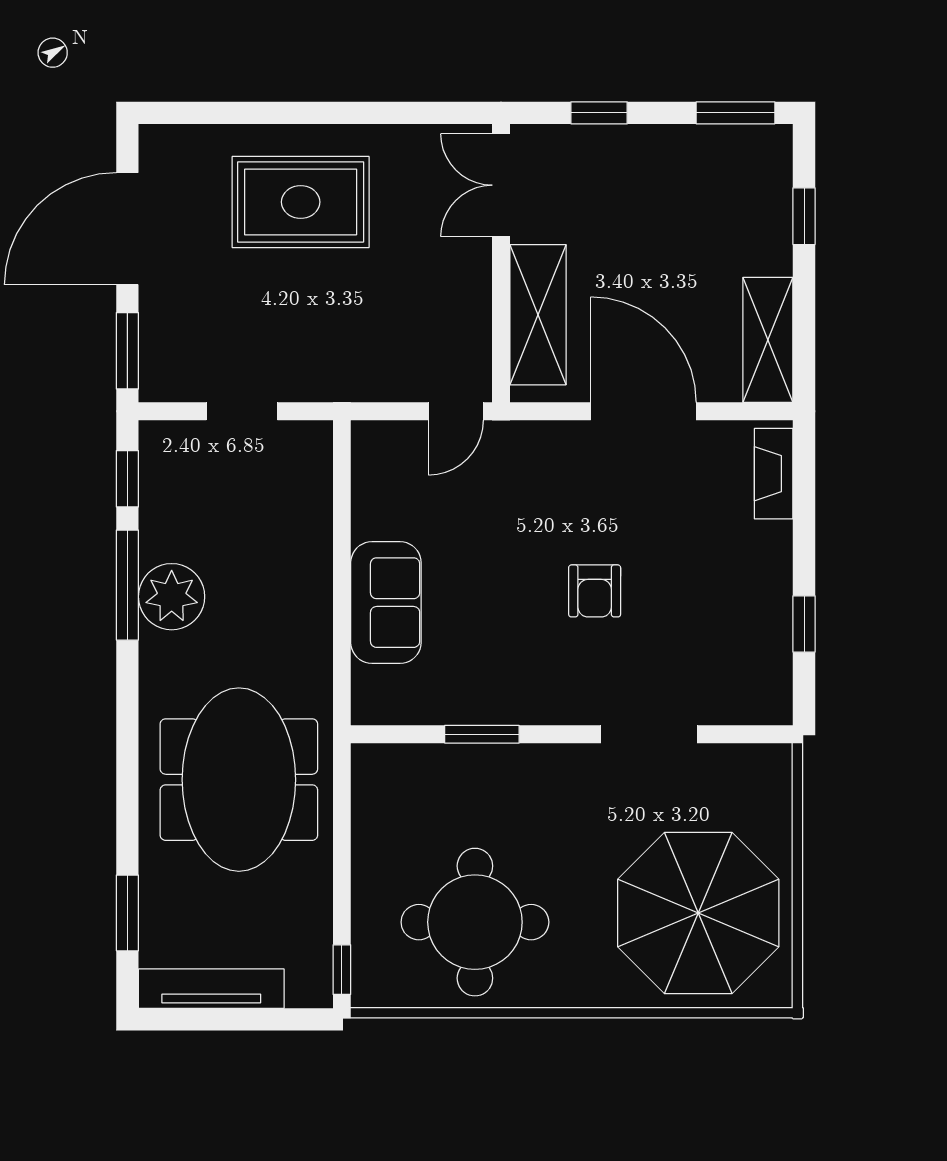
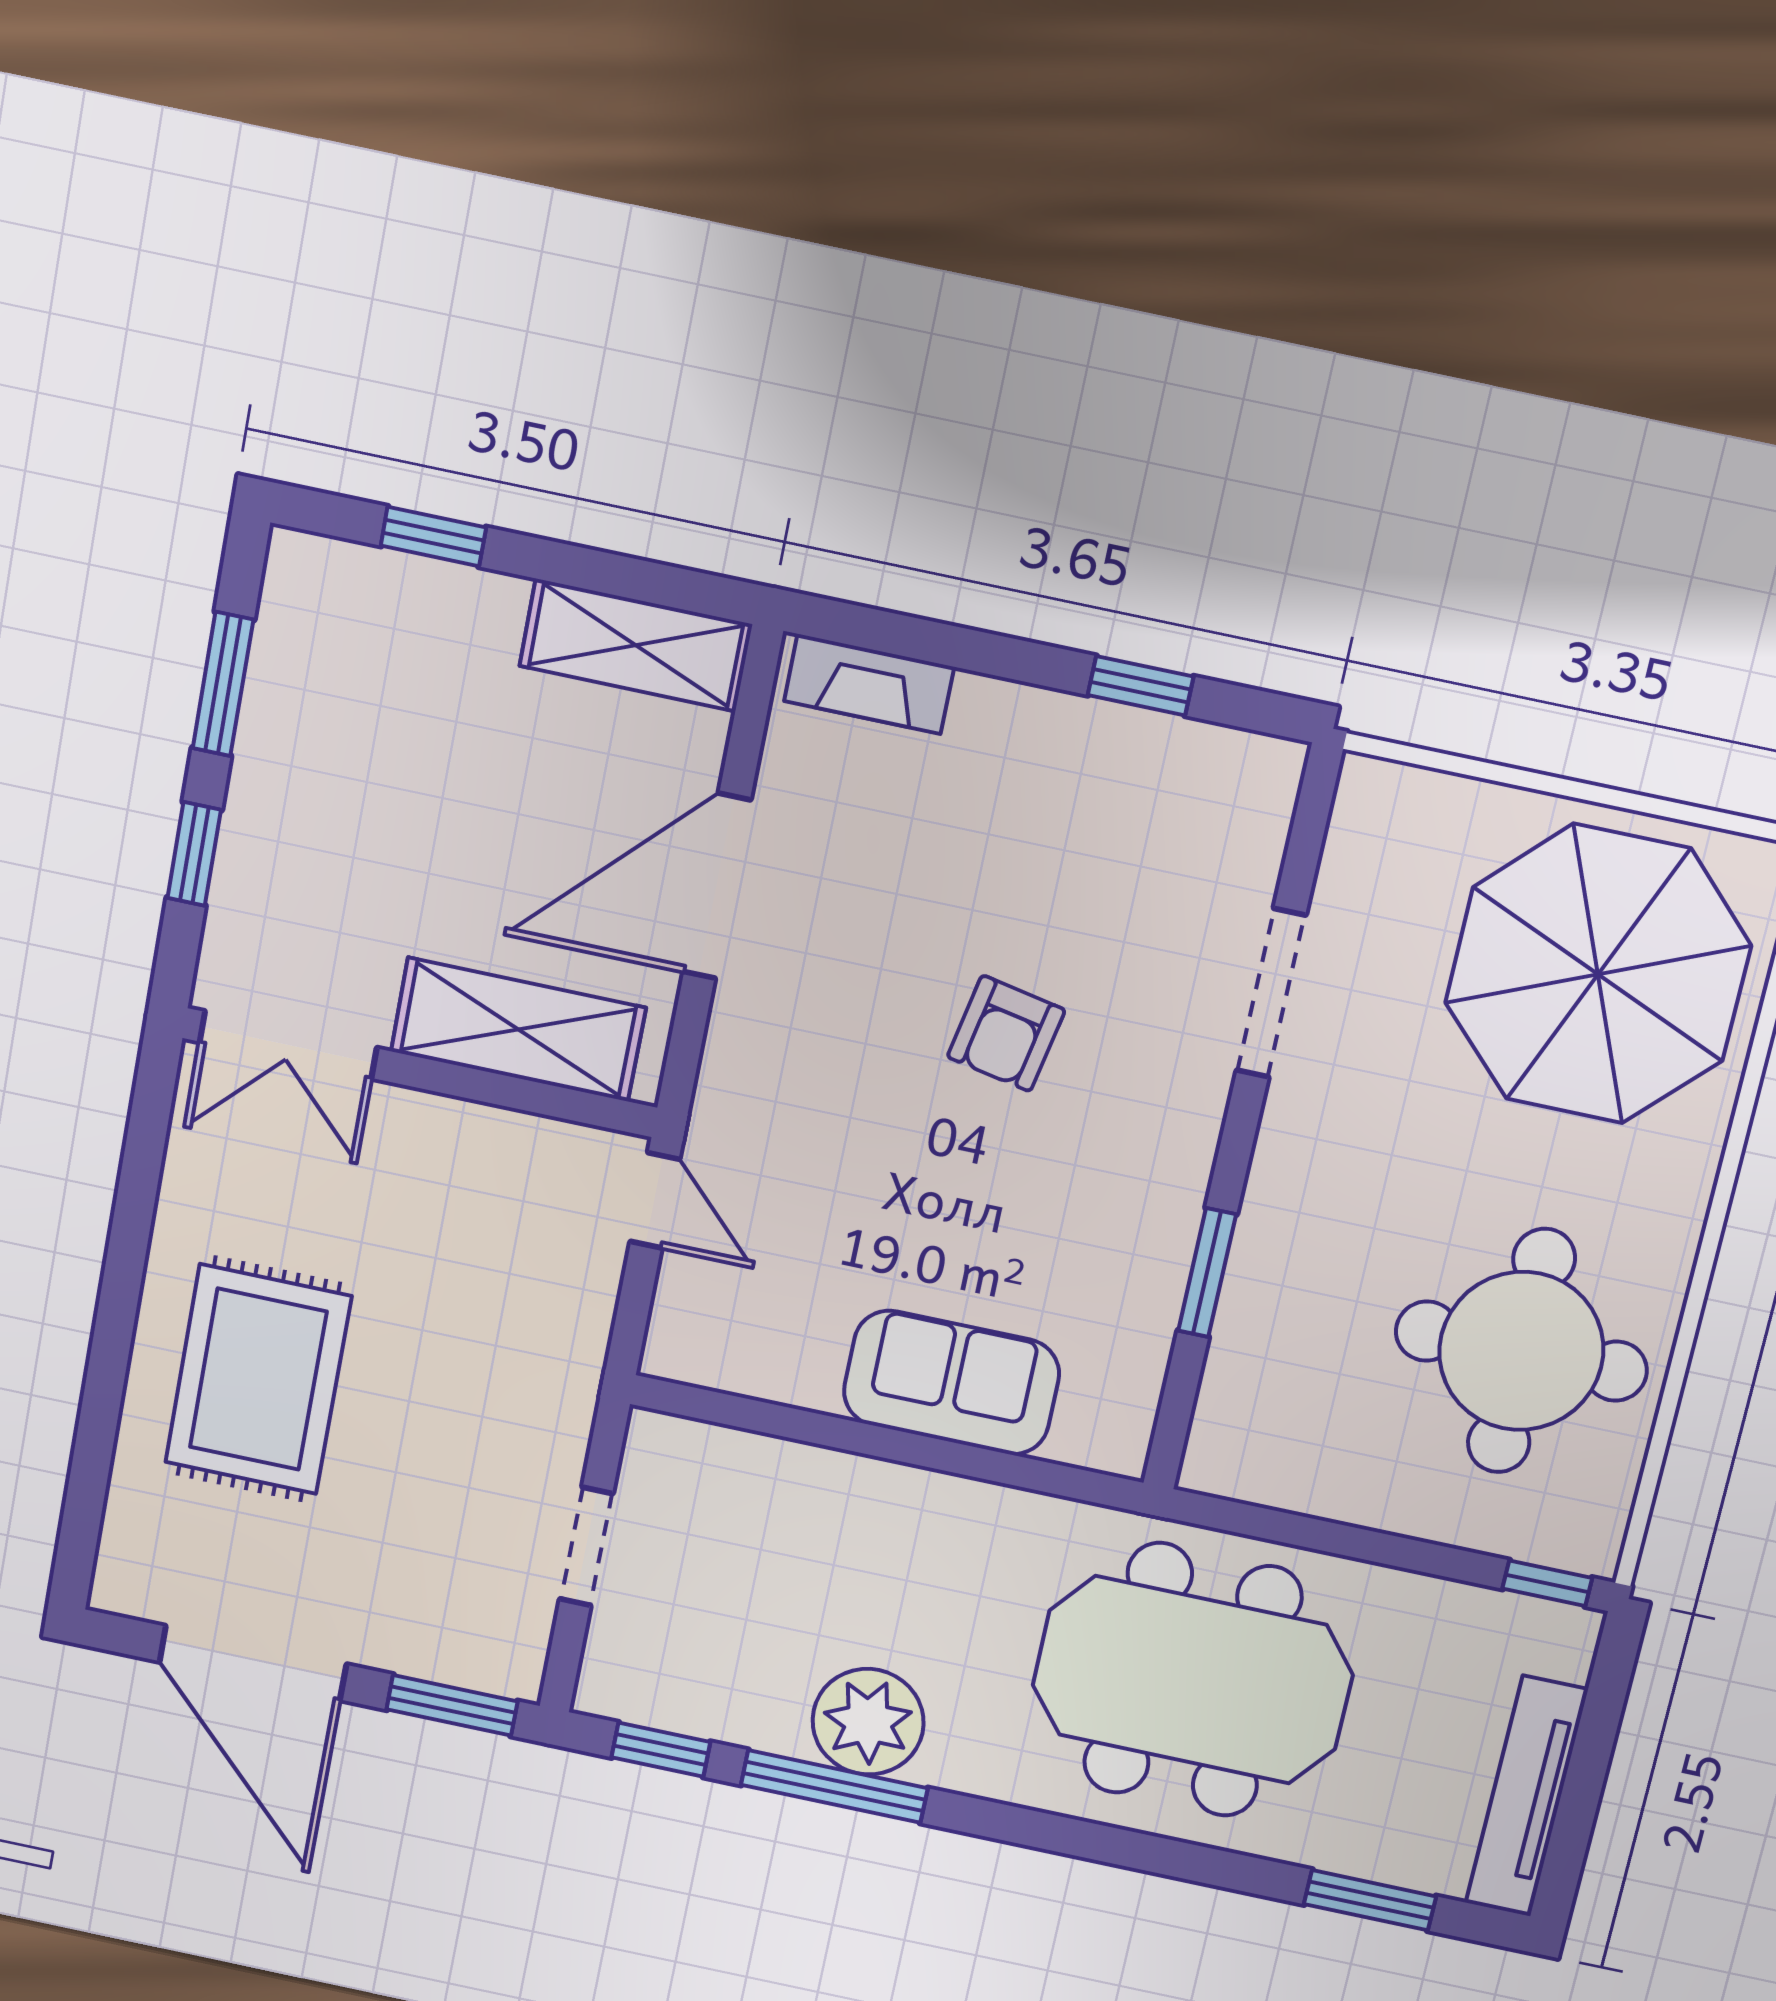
window: (735, 113) -> (223, 684), moved
armchair: (595, 591) -> (1006, 1033), turned 101

